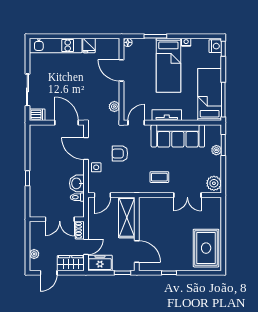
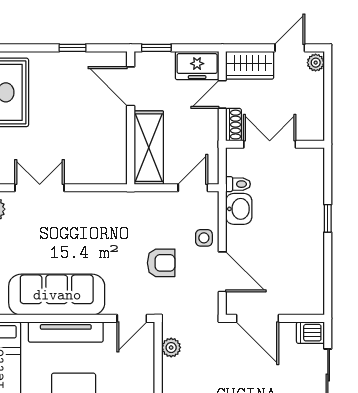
tv unit: (167, 115) -> (66, 332), width x1.41
coffee table: (159, 177) -> (90, 220), removed
plant: (34, 254) -> (316, 63), moved

